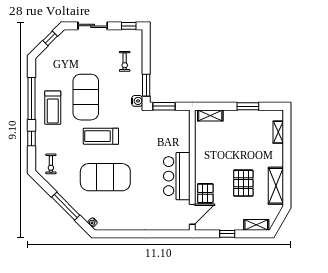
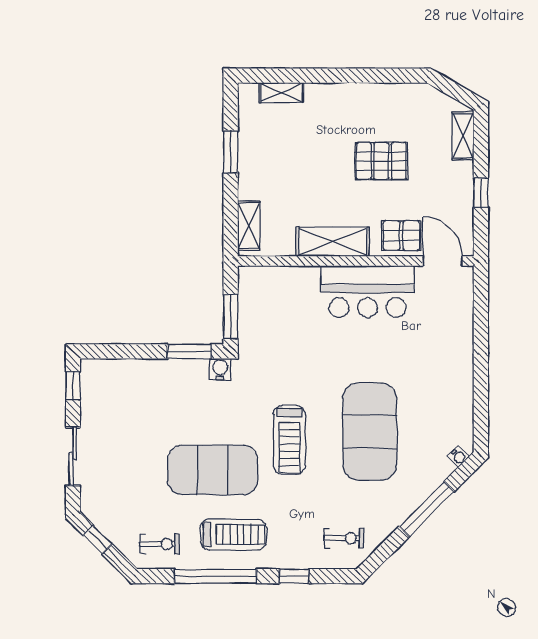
exercise bike: (125, 61) -> (160, 544), moved
shelving: (276, 186) -> (332, 242), moved

